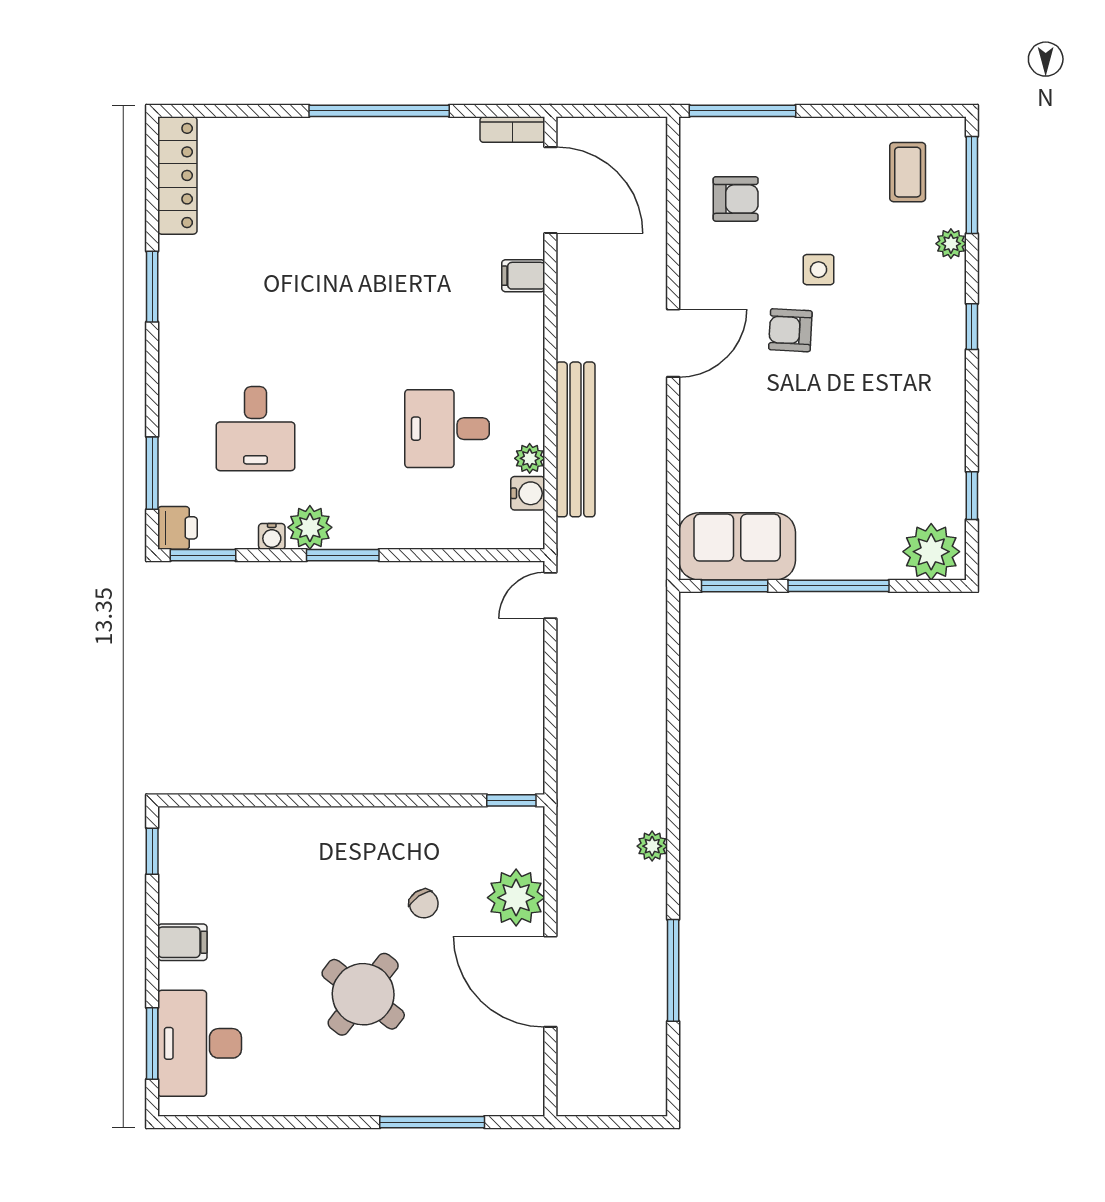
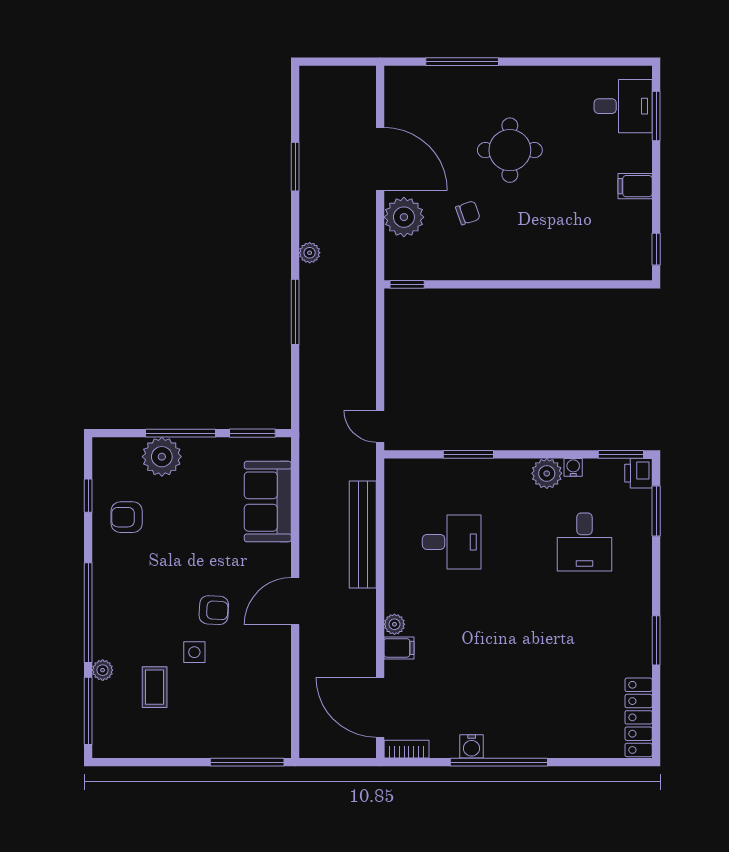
coffee table: (908, 172) -> (155, 687), moved
armchair: (736, 199) -> (127, 517), moved
window: (972, 327) -> (88, 613), width x3.17
desk: (255, 429) -> (584, 542), turned 180
plant: (530, 458) -> (394, 624), moved
water cooler: (528, 493) -> (472, 746), moved, turned -90
sofa: (737, 546) -> (268, 502), moved, turned 90
plant: (931, 552) -> (162, 457), moved
window: (343, 555) -> (468, 454), moved
door: (550, 596) -> (380, 426), swing flipped
window: (673, 761) -> (295, 312), added
chair: (424, 904) -> (468, 213), turned 105
window: (673, 970) -> (295, 167), width x0.69
round table: (363, 994) -> (510, 150), turned -38
desk: (200, 1043) -> (623, 106), width x0.73

